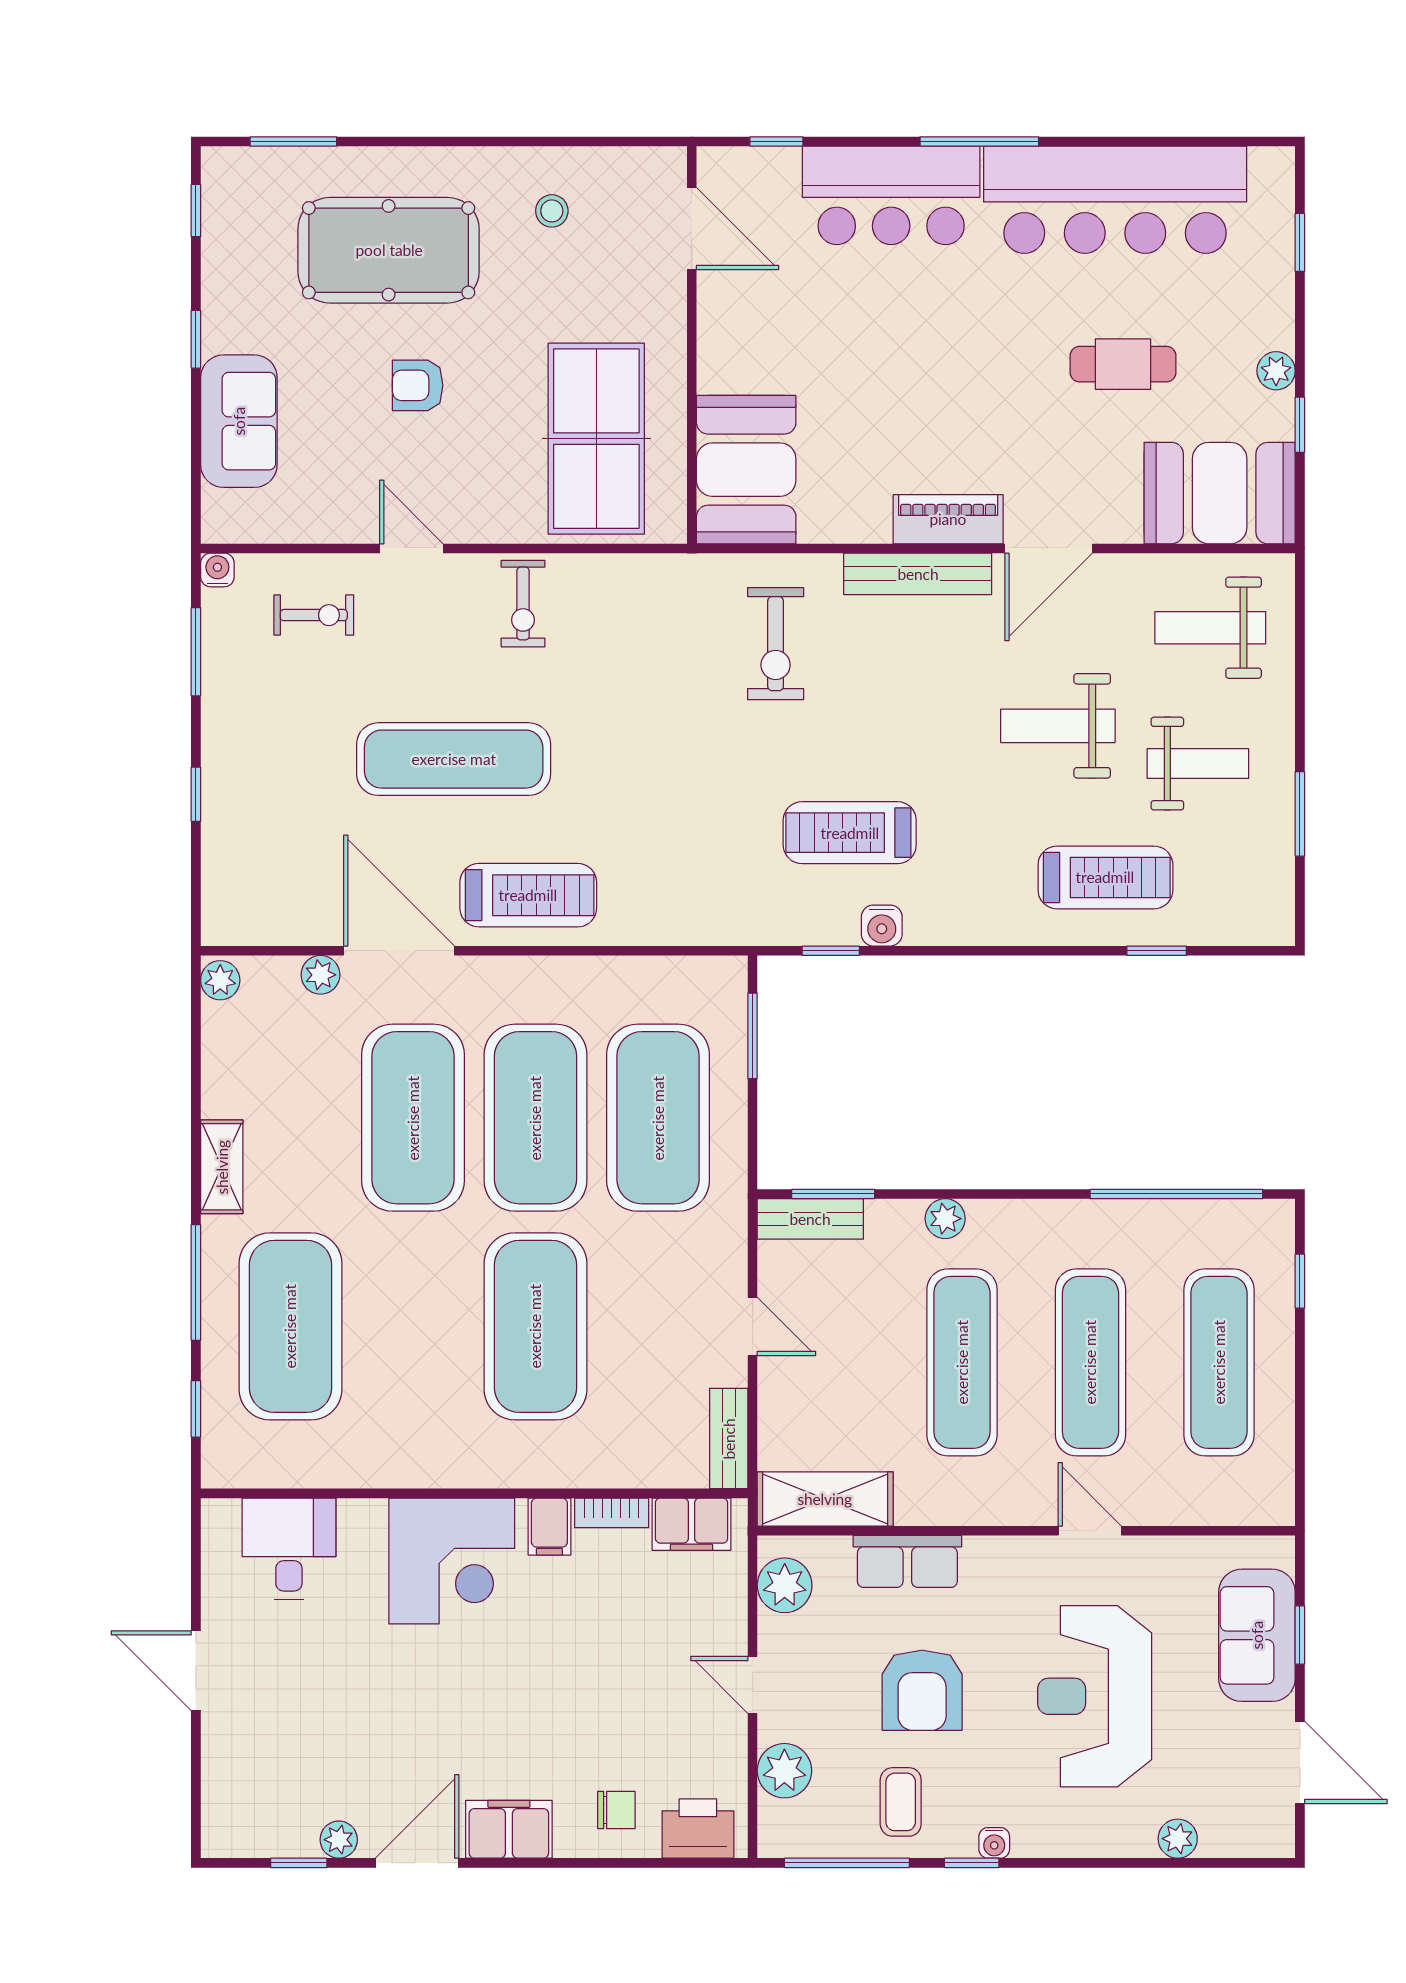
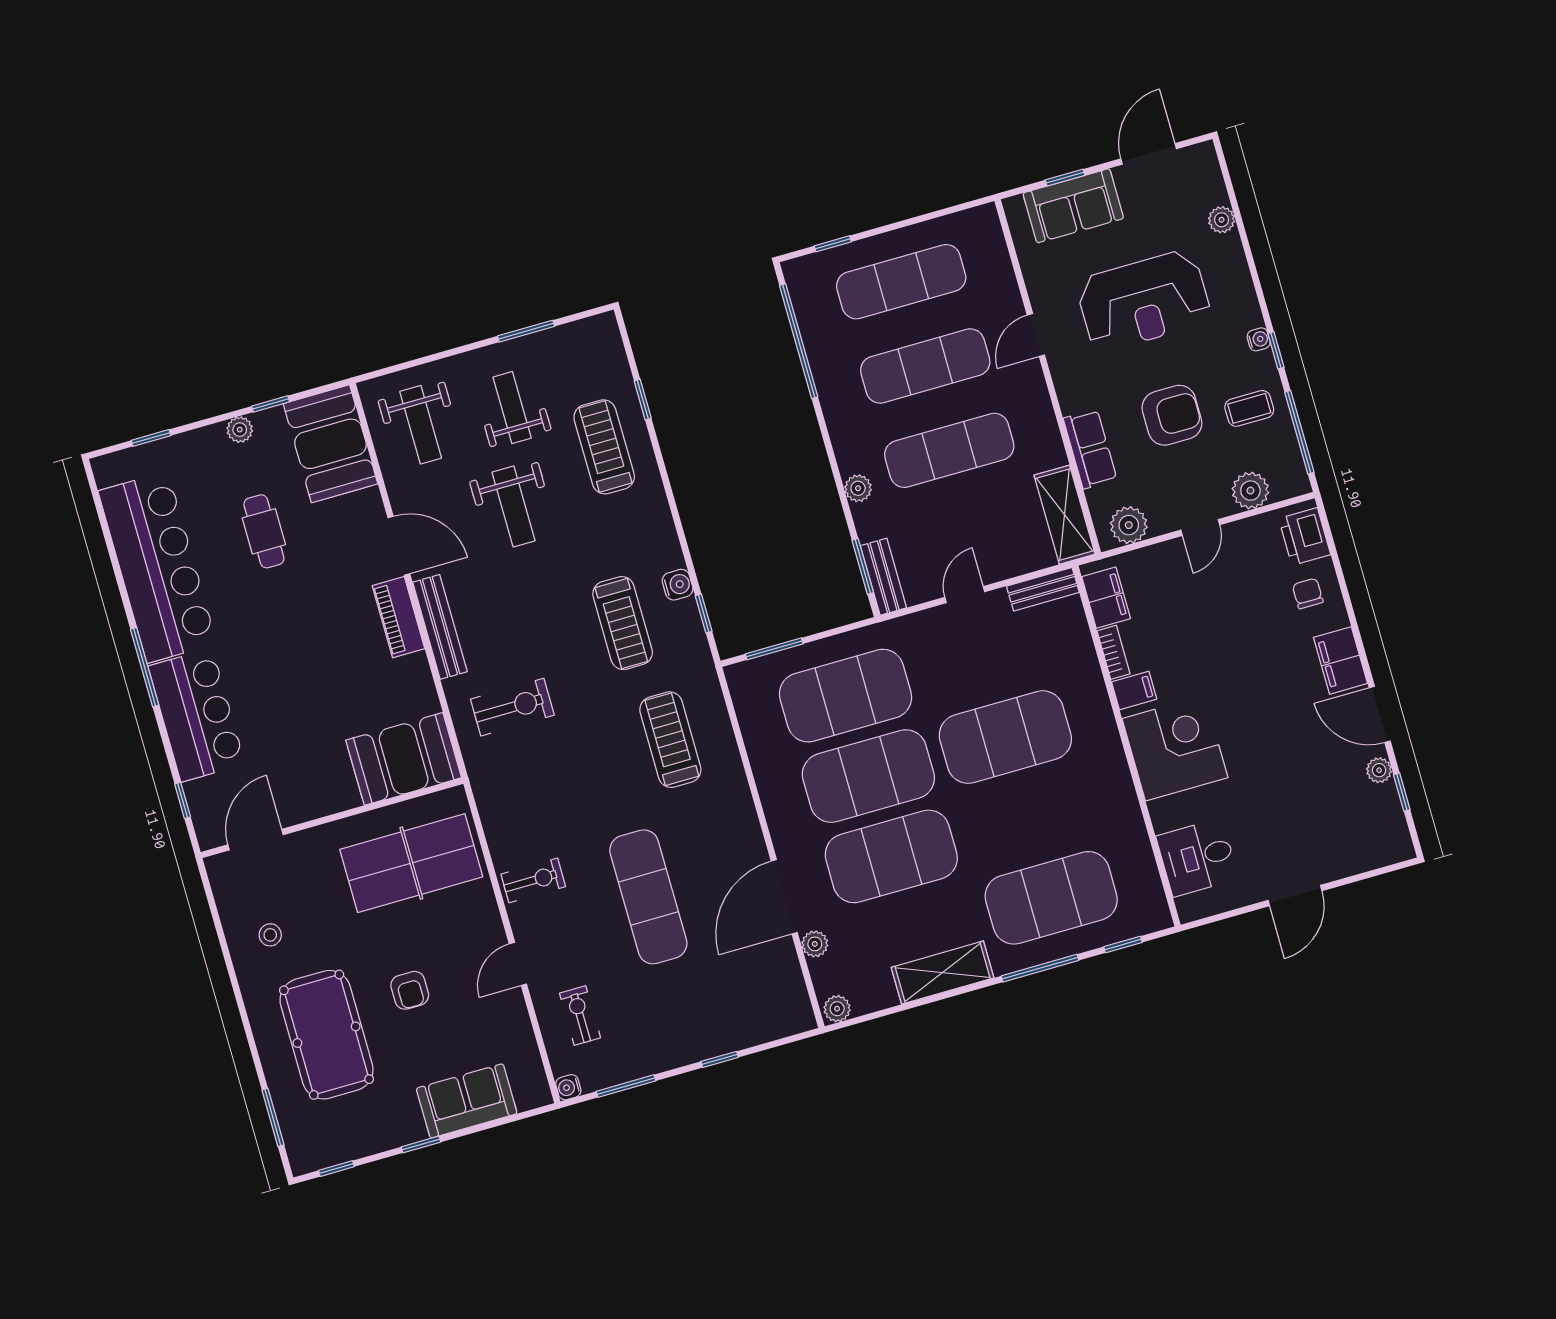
treadmill: (528, 895) -> (670, 740), moved
shelving: (222, 1167) -> (943, 973), width x1.50, depth x1.33

